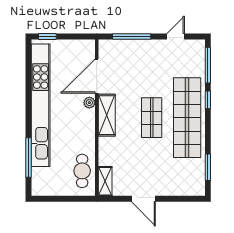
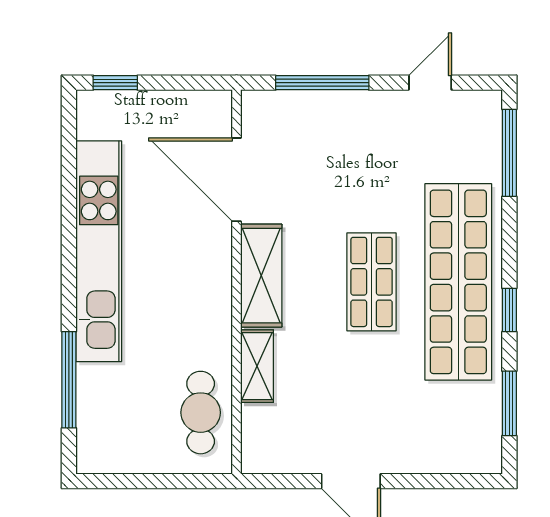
door: (97, 76) -> (237, 180), hinge flipped
window: (208, 100) -> (509, 310), moved
plant: (89, 103) -> (218, 245), removed
kitchen unit: (41, 105) -> (99, 251), width x0.73
shelving: (105, 181) -> (257, 366), moved

